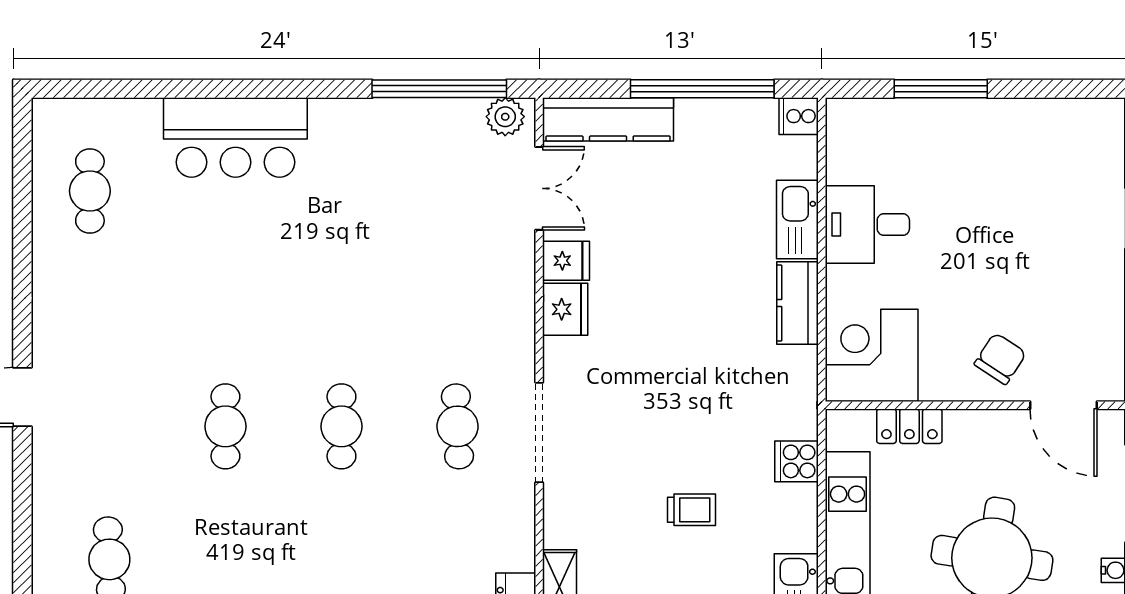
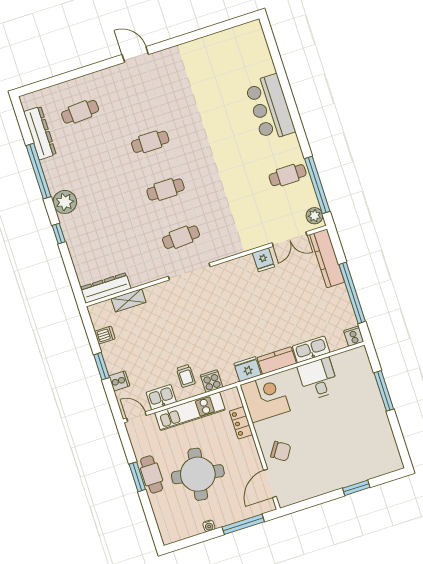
cafe table: (90, 191) -> (288, 175), moved
fridge: (565, 309) -> (248, 369), moved, turned 180
trolley: (691, 510) -> (186, 376), moved

